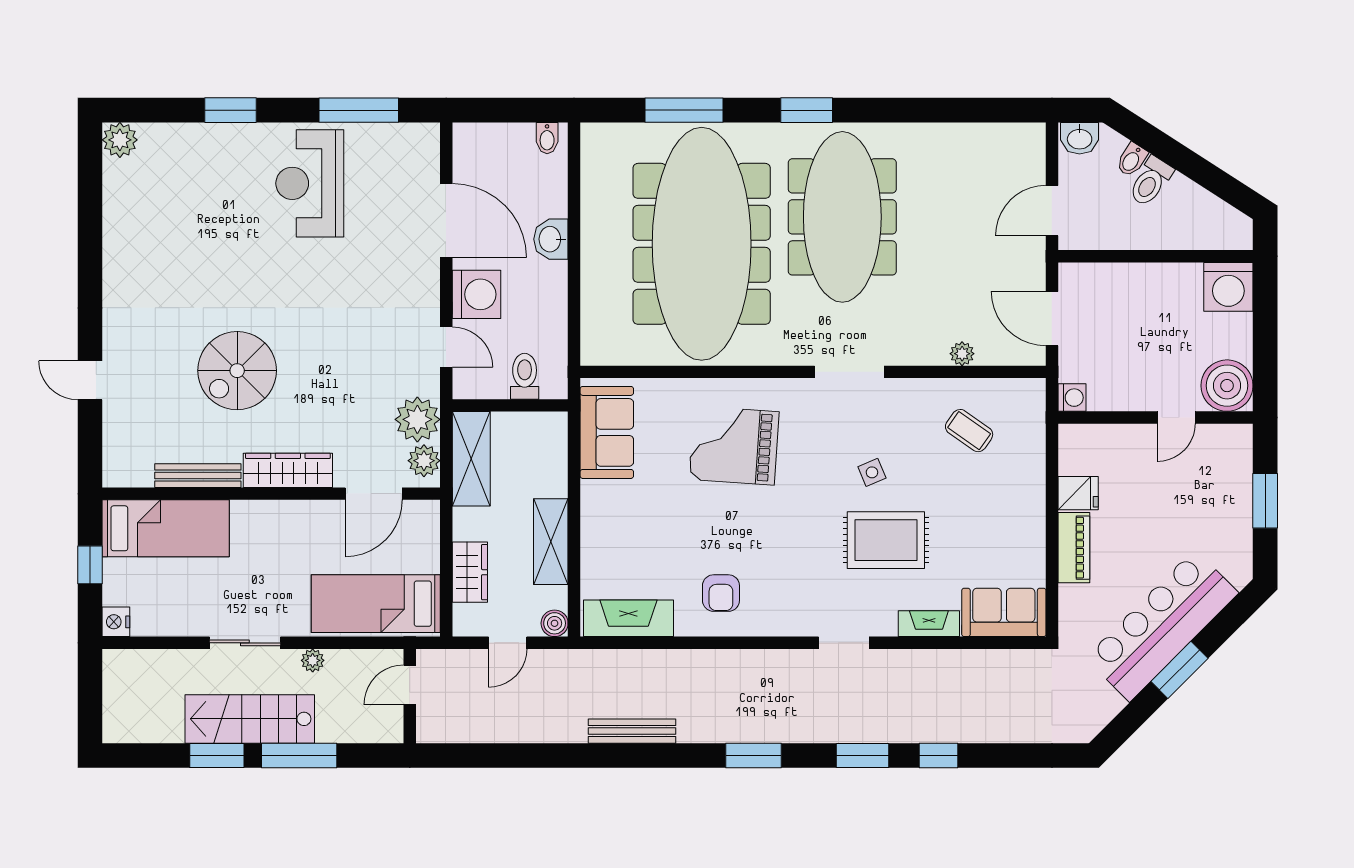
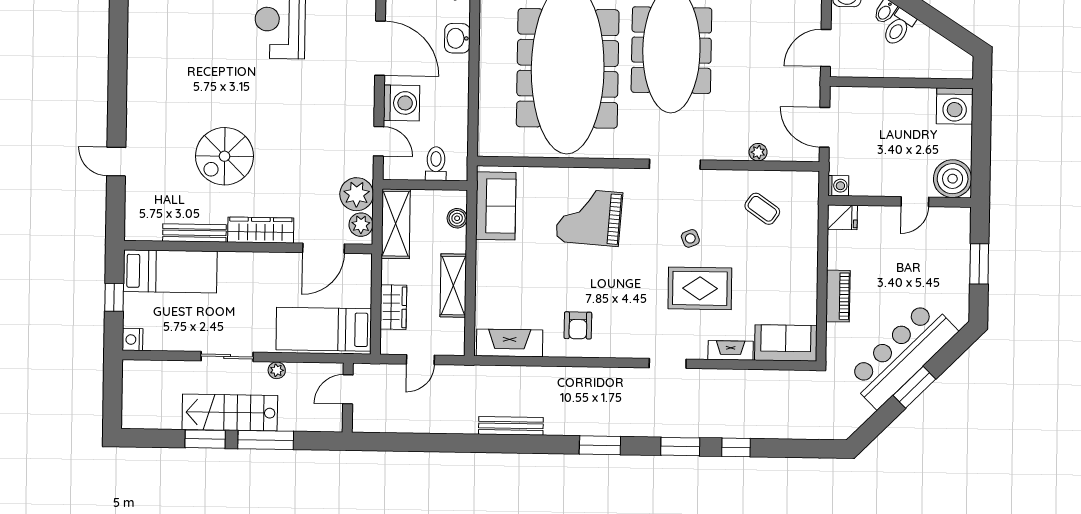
washbasin: (551, 239) -> (457, 38), moved
fridge: (1078, 493) -> (842, 217), moved
boiler: (555, 623) -> (457, 218), moved

